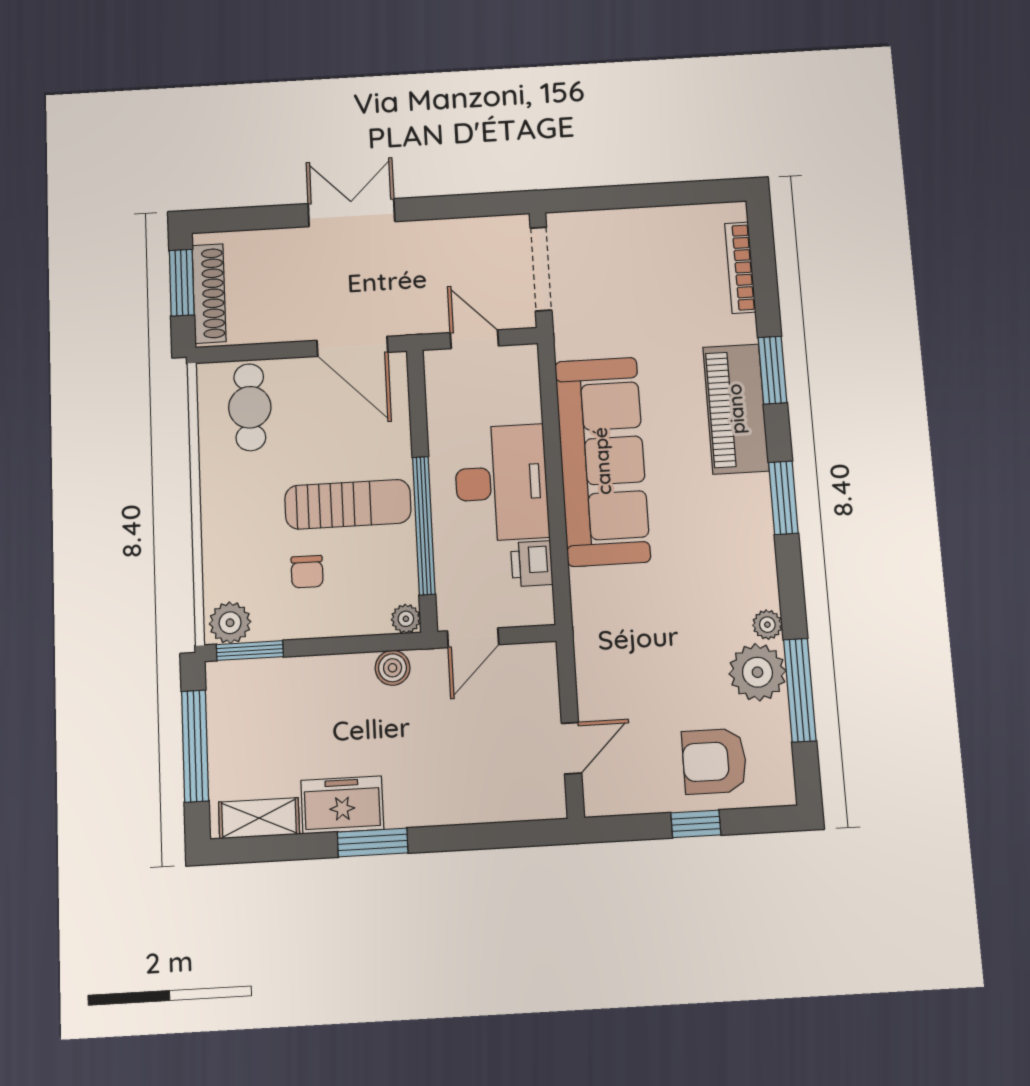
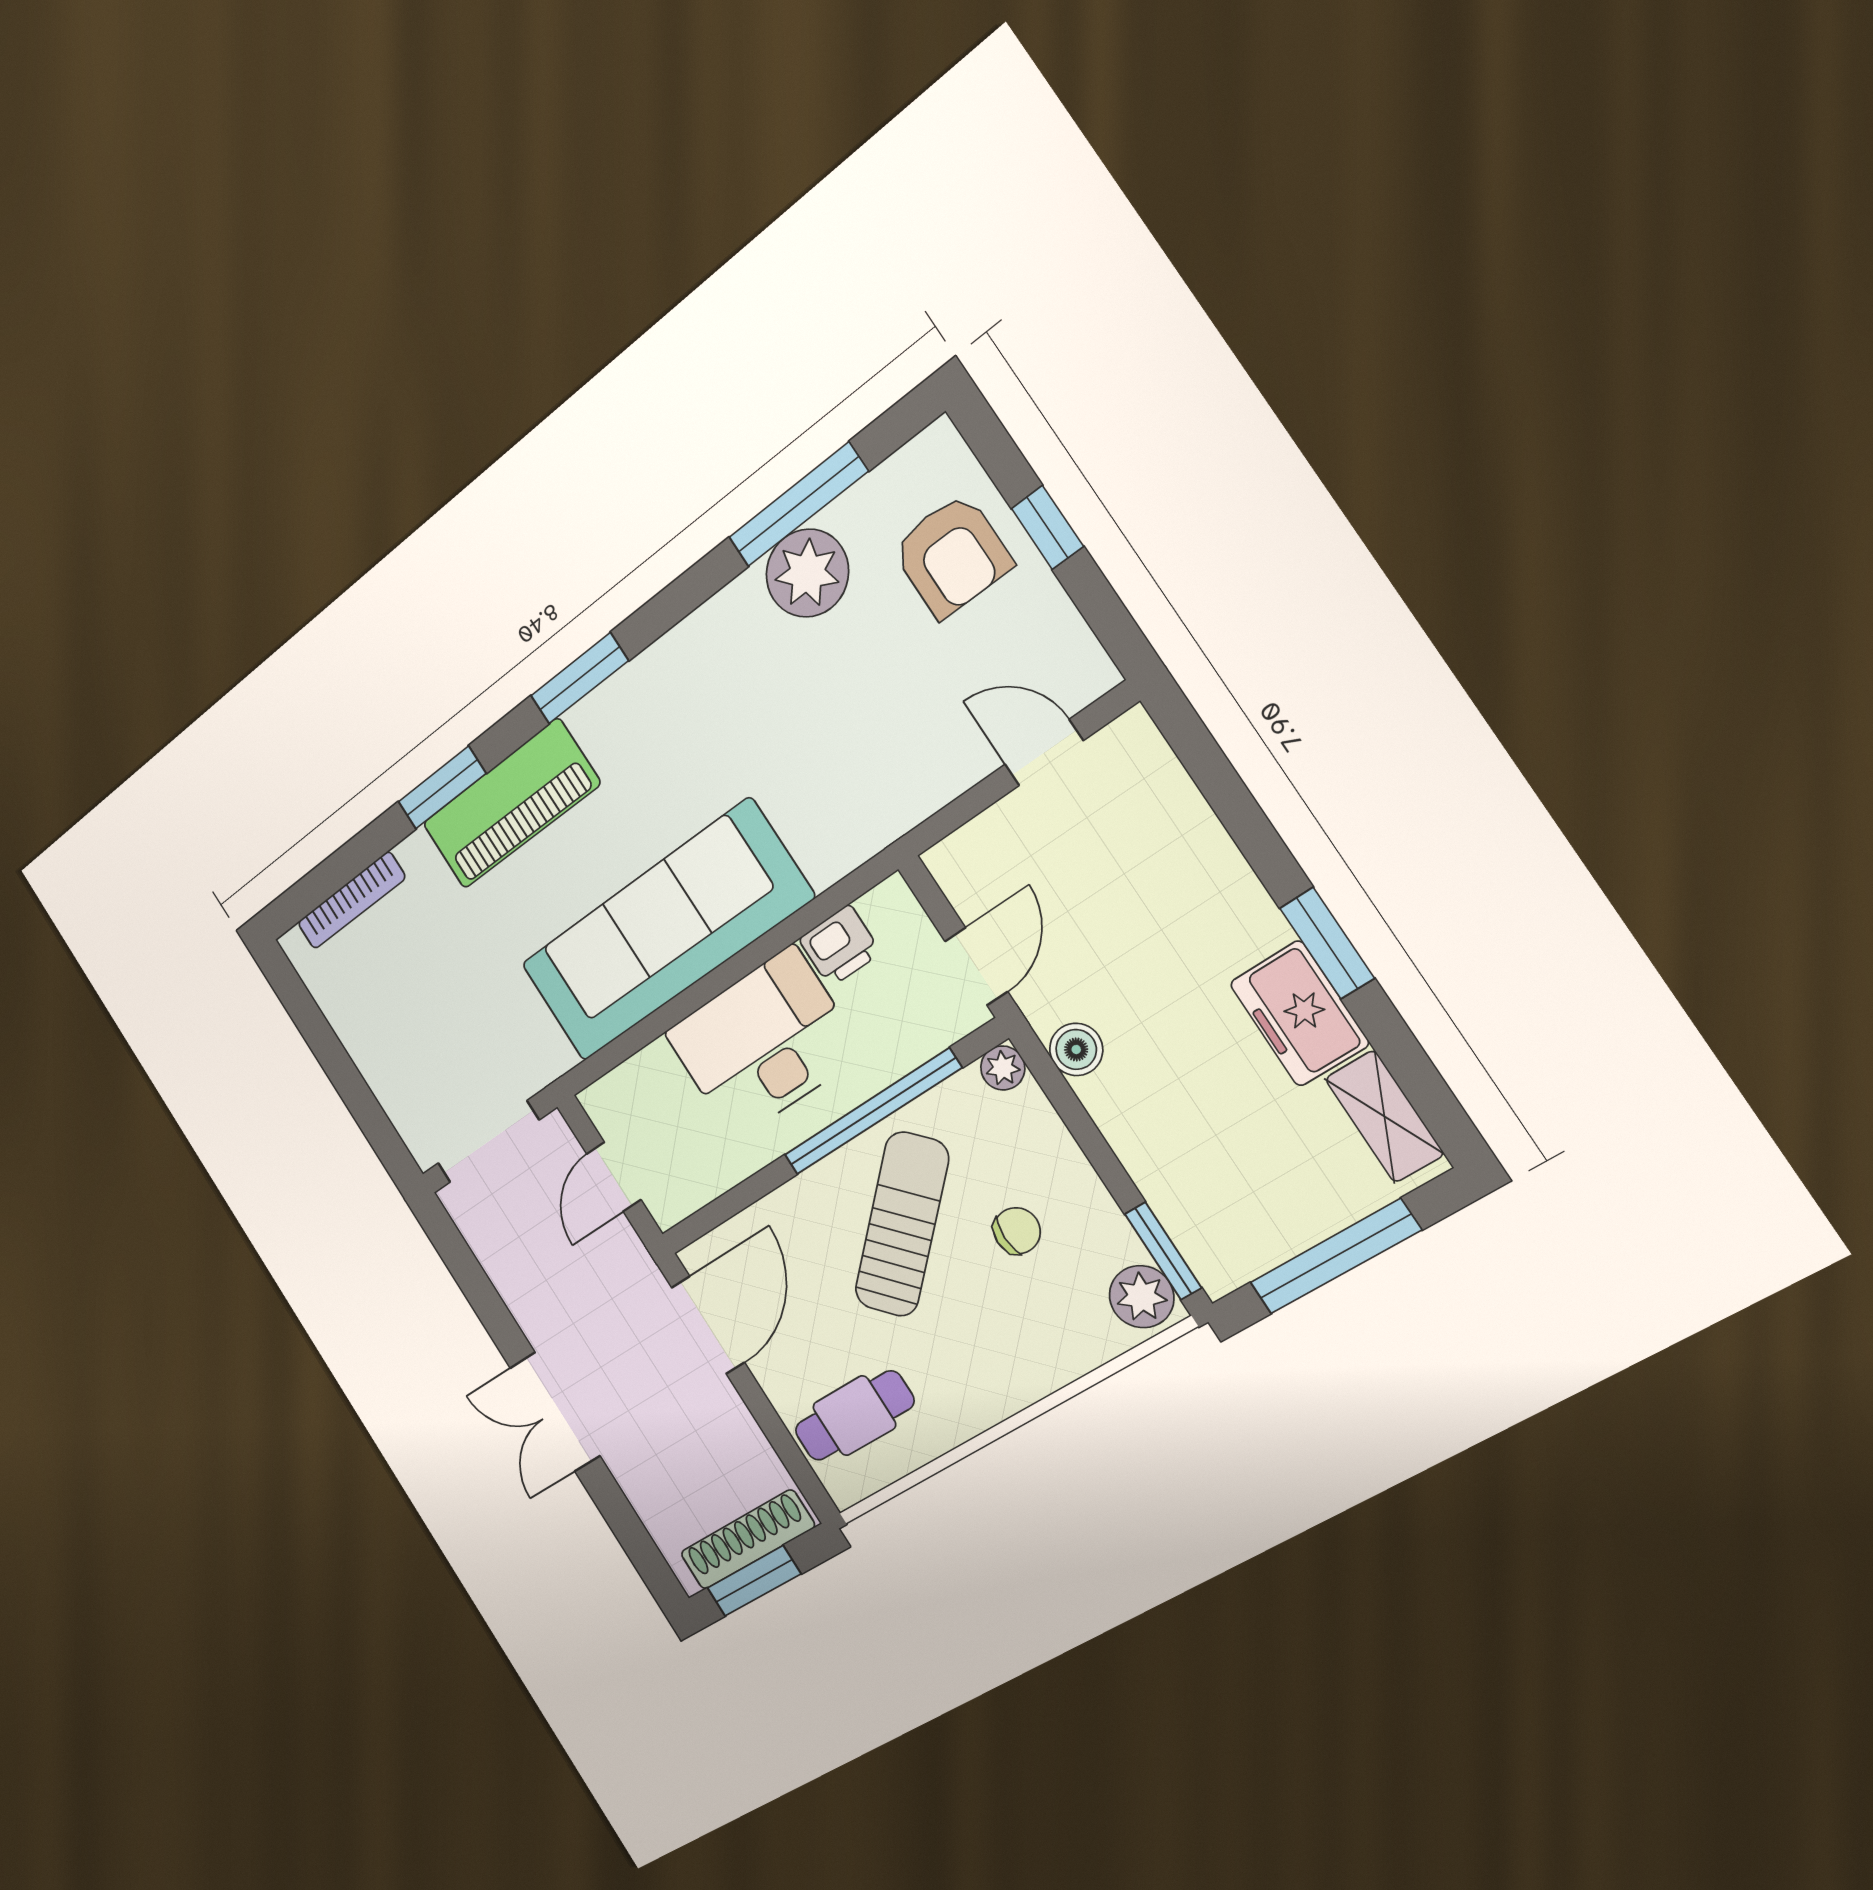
sun lounger: (348, 504) -> (902, 1224), turned 46
plant: (767, 625) -> (742, 599), removed
door: (473, 638) -> (976, 966), hinge flipped

